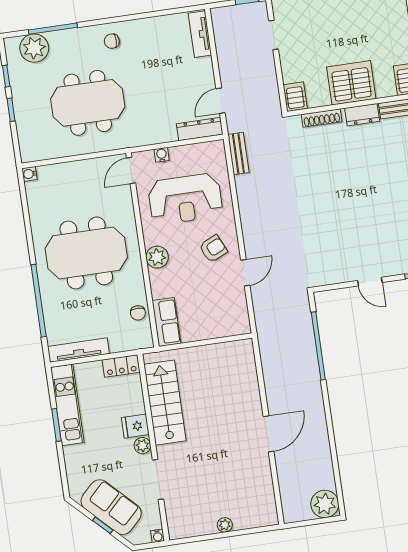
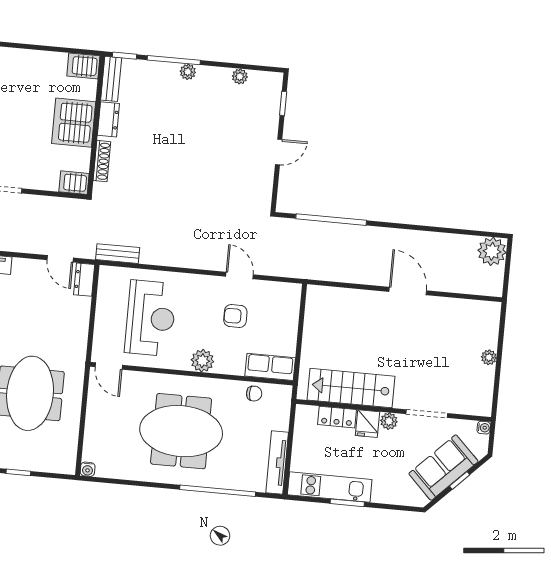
dresser: (200, 129) -> (84, 280), width x0.70
water cooler: (162, 155) -> (100, 331), removed
armchair: (213, 249) -> (235, 316), moved, turned -65
meeting table: (86, 253) -> (181, 431), turned 90
locker: (121, 366) -> (337, 417), moved, turned 90

